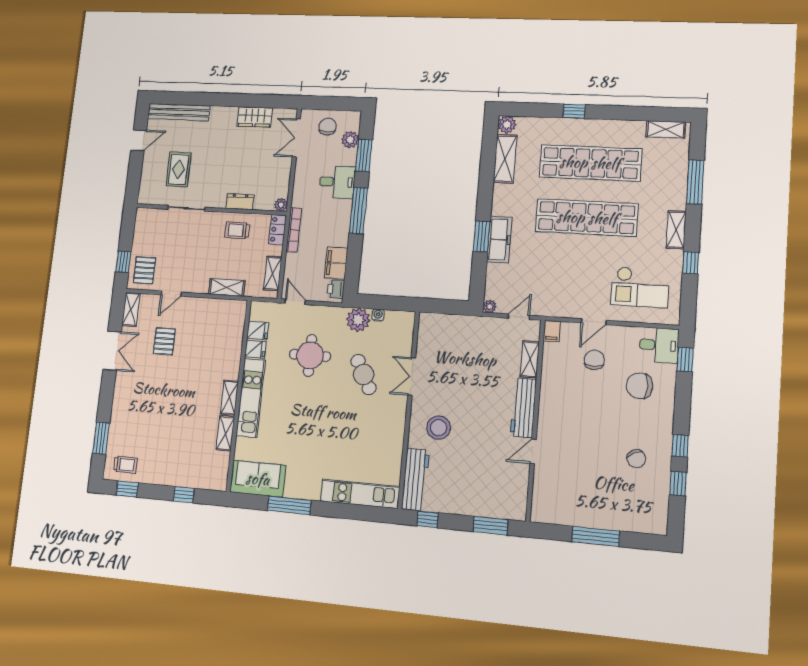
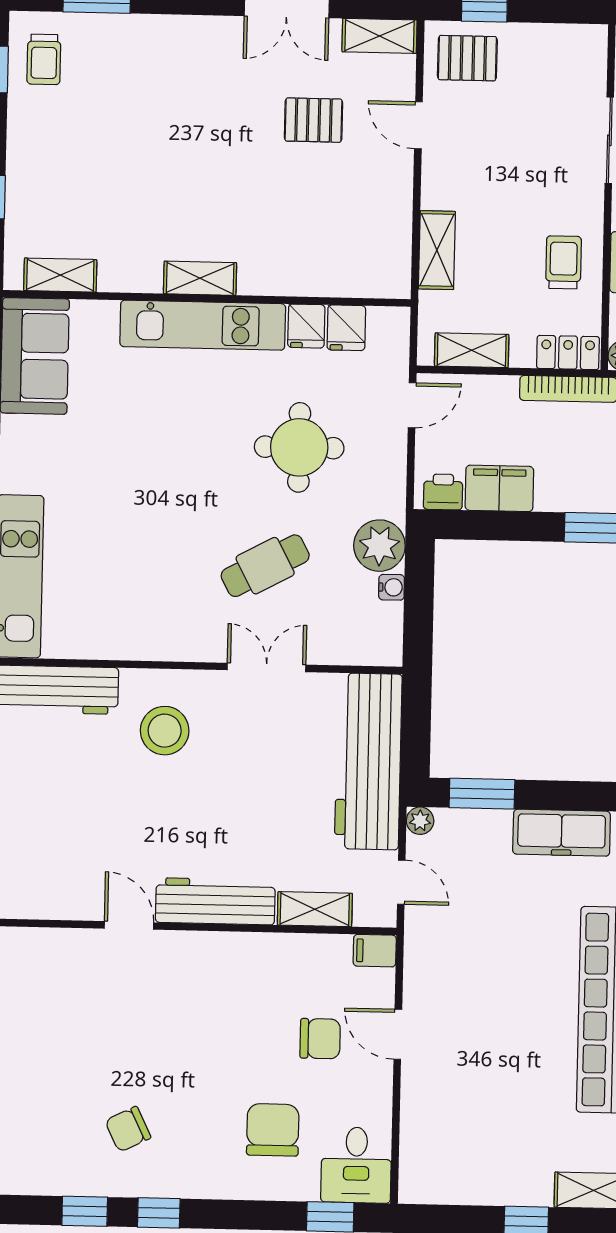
window: (482, 236) -> (482, 794), moved
checkout: (640, 287) -> (473, 1123), removed
workbench: (460, 330) -> (368, 761), added
shelving: (225, 433) -> (60, 275), moved

